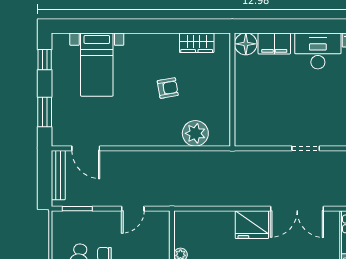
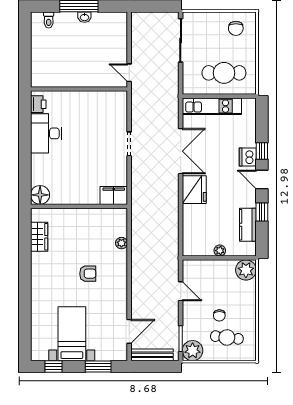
filing cabinet: (274, 43) -> (114, 196), moved, turned -90
bed with nightstands: (97, 65) -> (72, 334), moved, turned -90
armchair: (168, 88) -> (88, 274), moved, turned 100
plant: (195, 133) -> (121, 243), width x0.53, depth x0.53
plant: (63, 223) -> (193, 351), added

